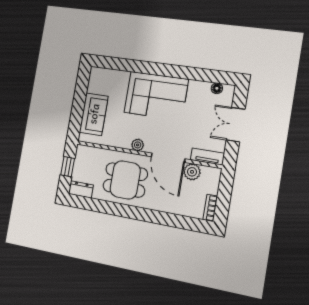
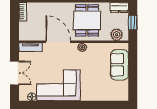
corner sofa: (156, 96) -> (58, 85), moved
plant: (192, 172) -> (117, 35), moved
dining table: (125, 180) -> (87, 20), turned 90

